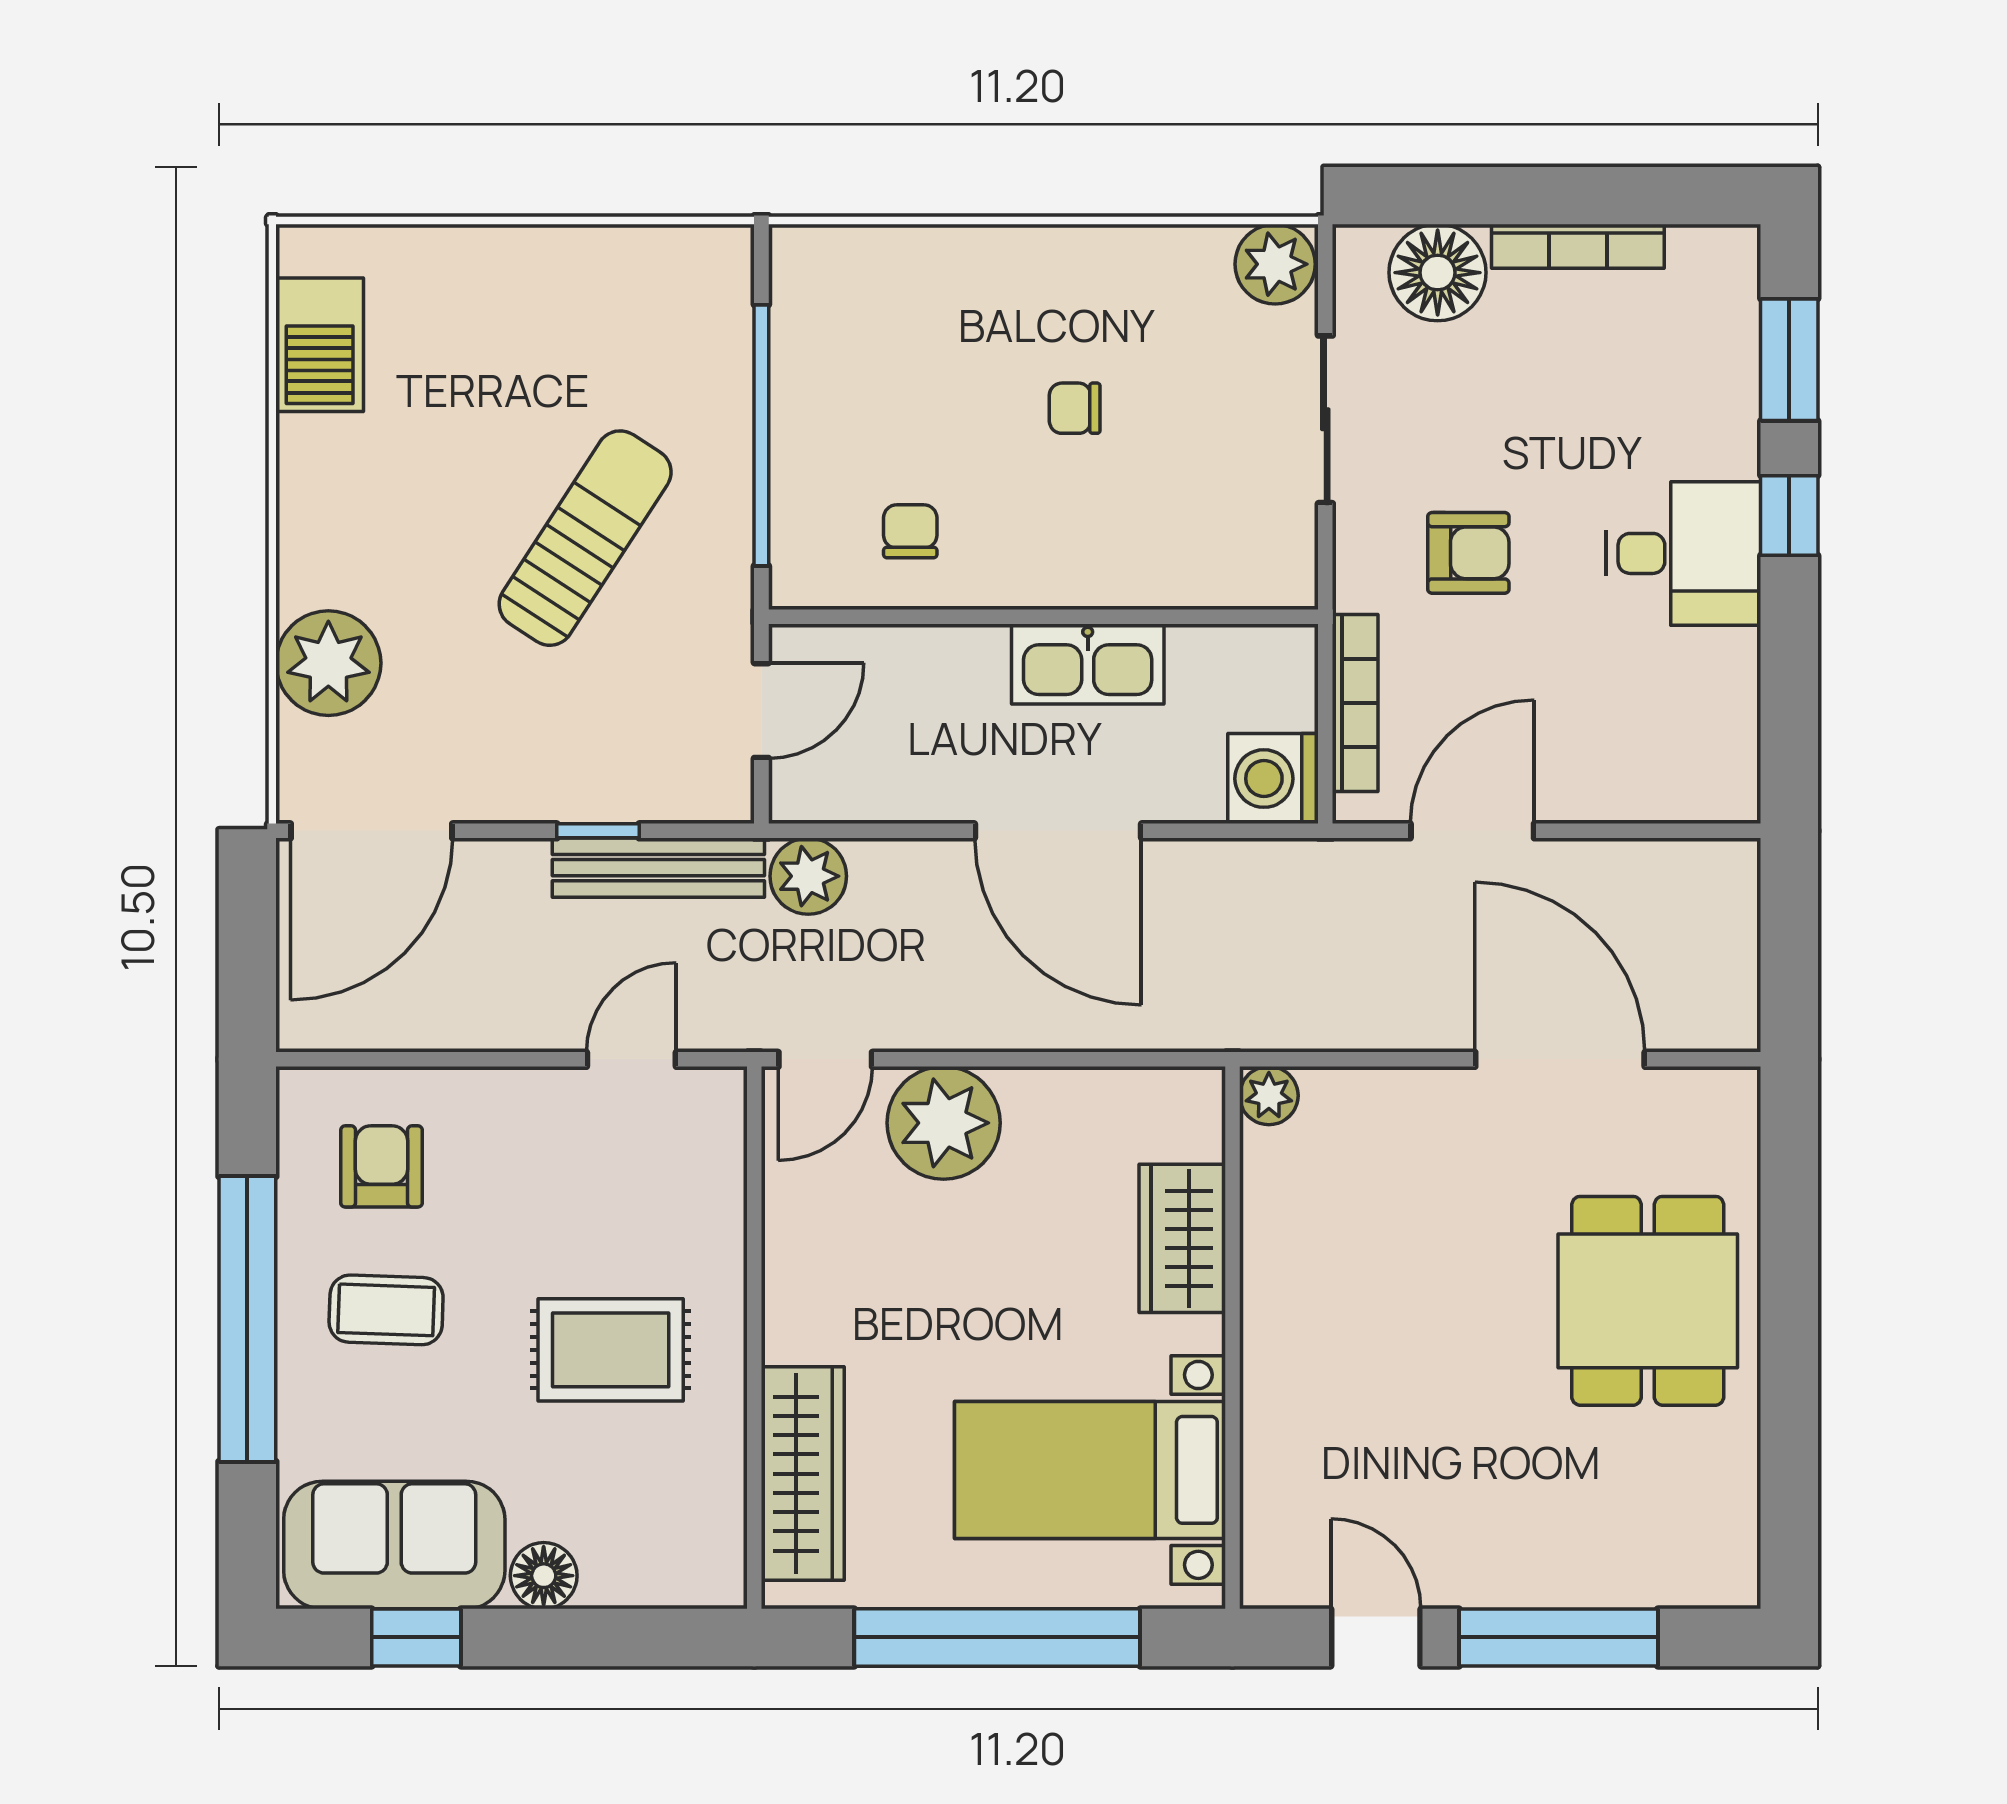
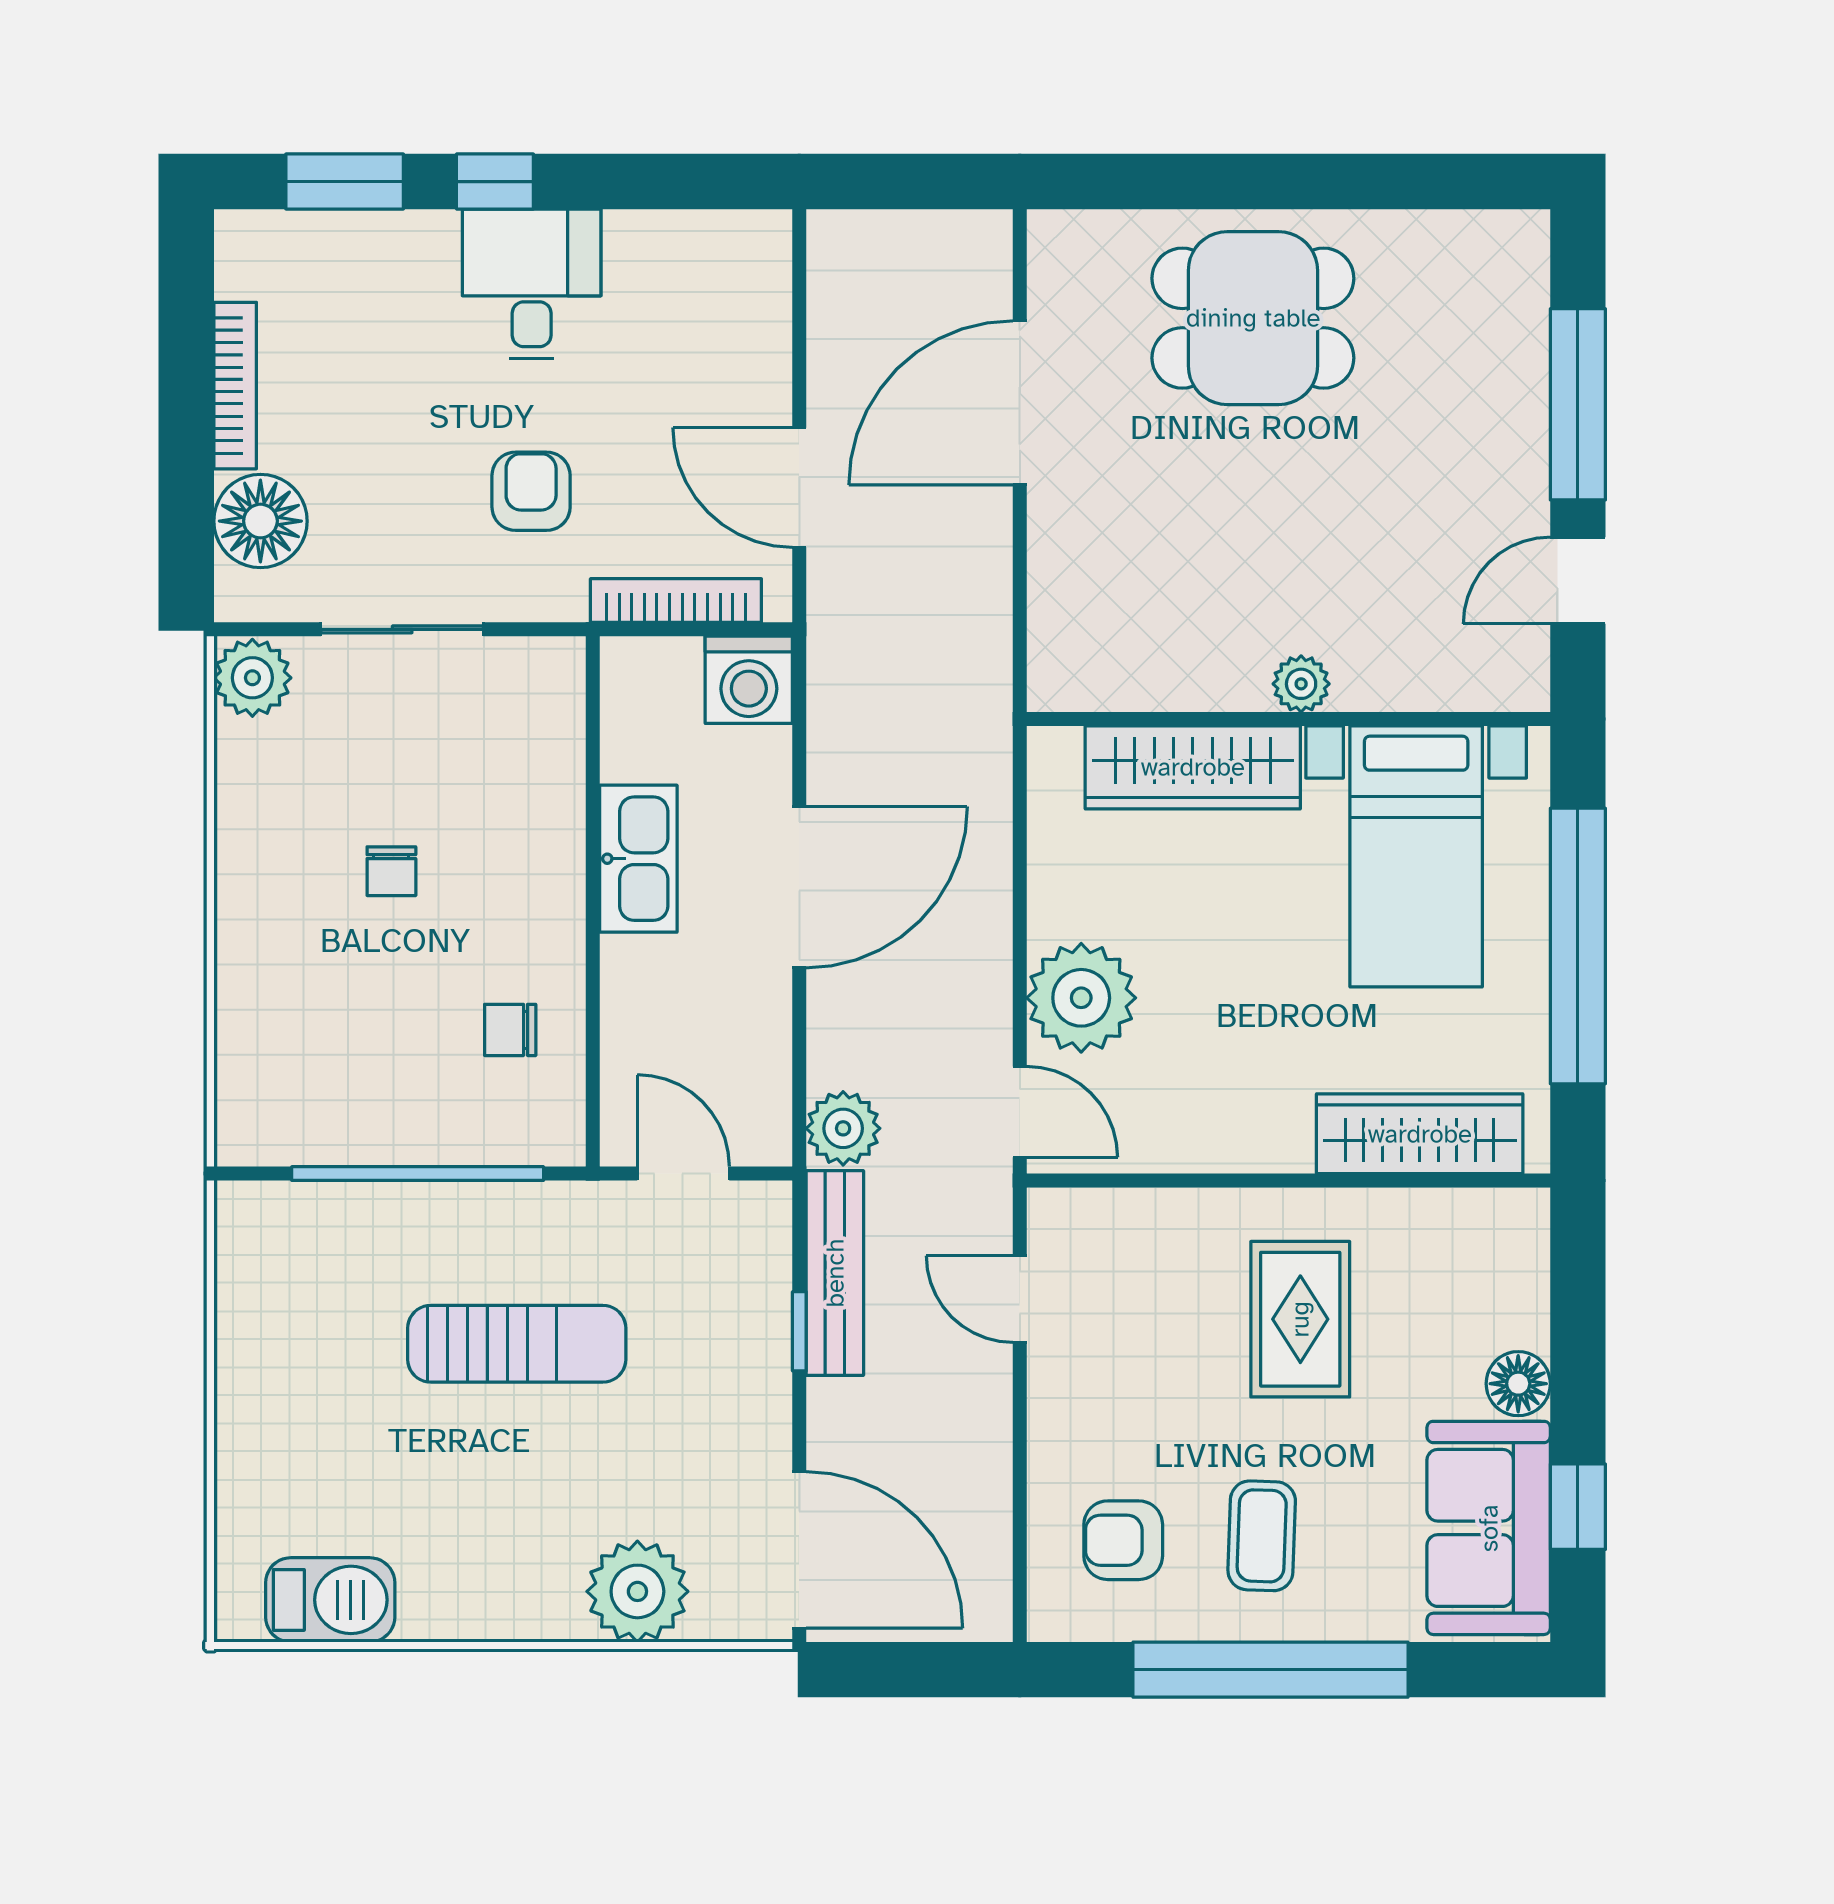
sun lounger: (585, 538) -> (517, 1344), turned 147
plant: (1269, 1096) -> (1301, 684), moved
wardrobe: (1182, 1238) -> (1193, 767), width x1.50

